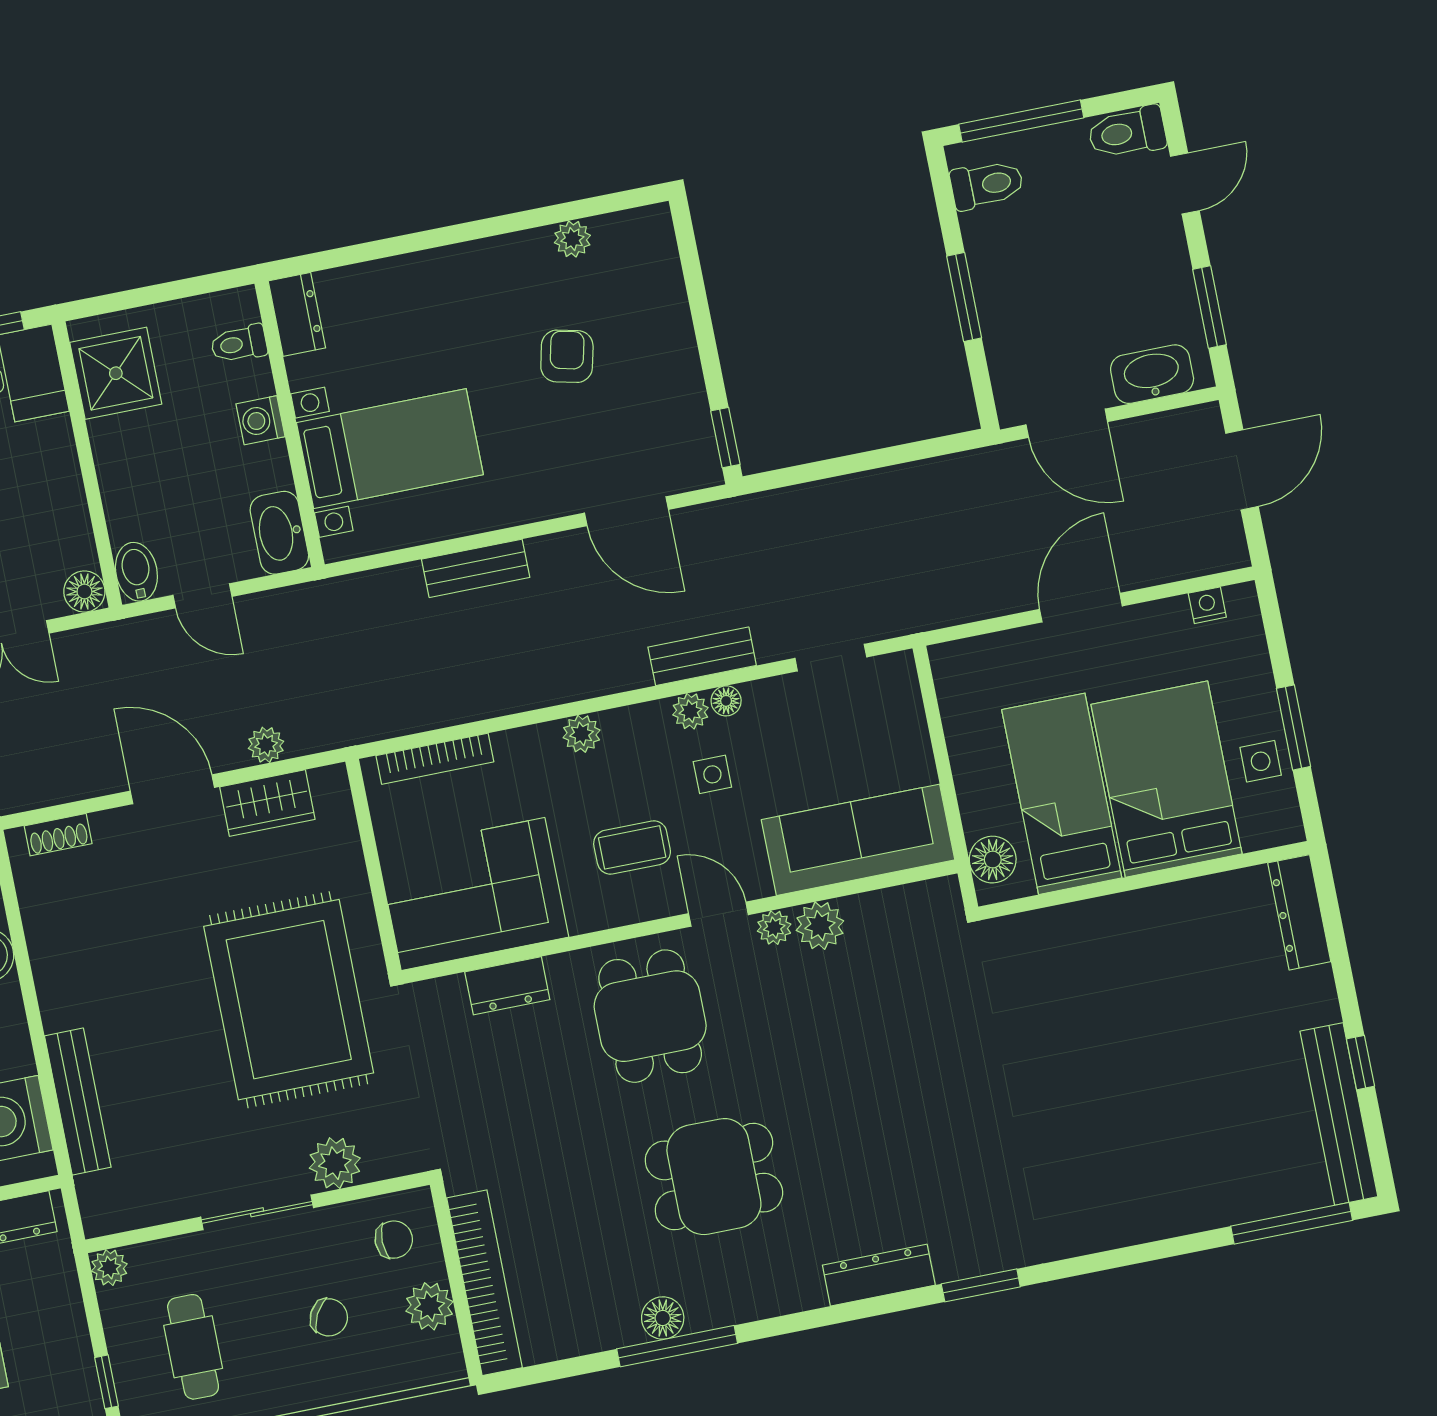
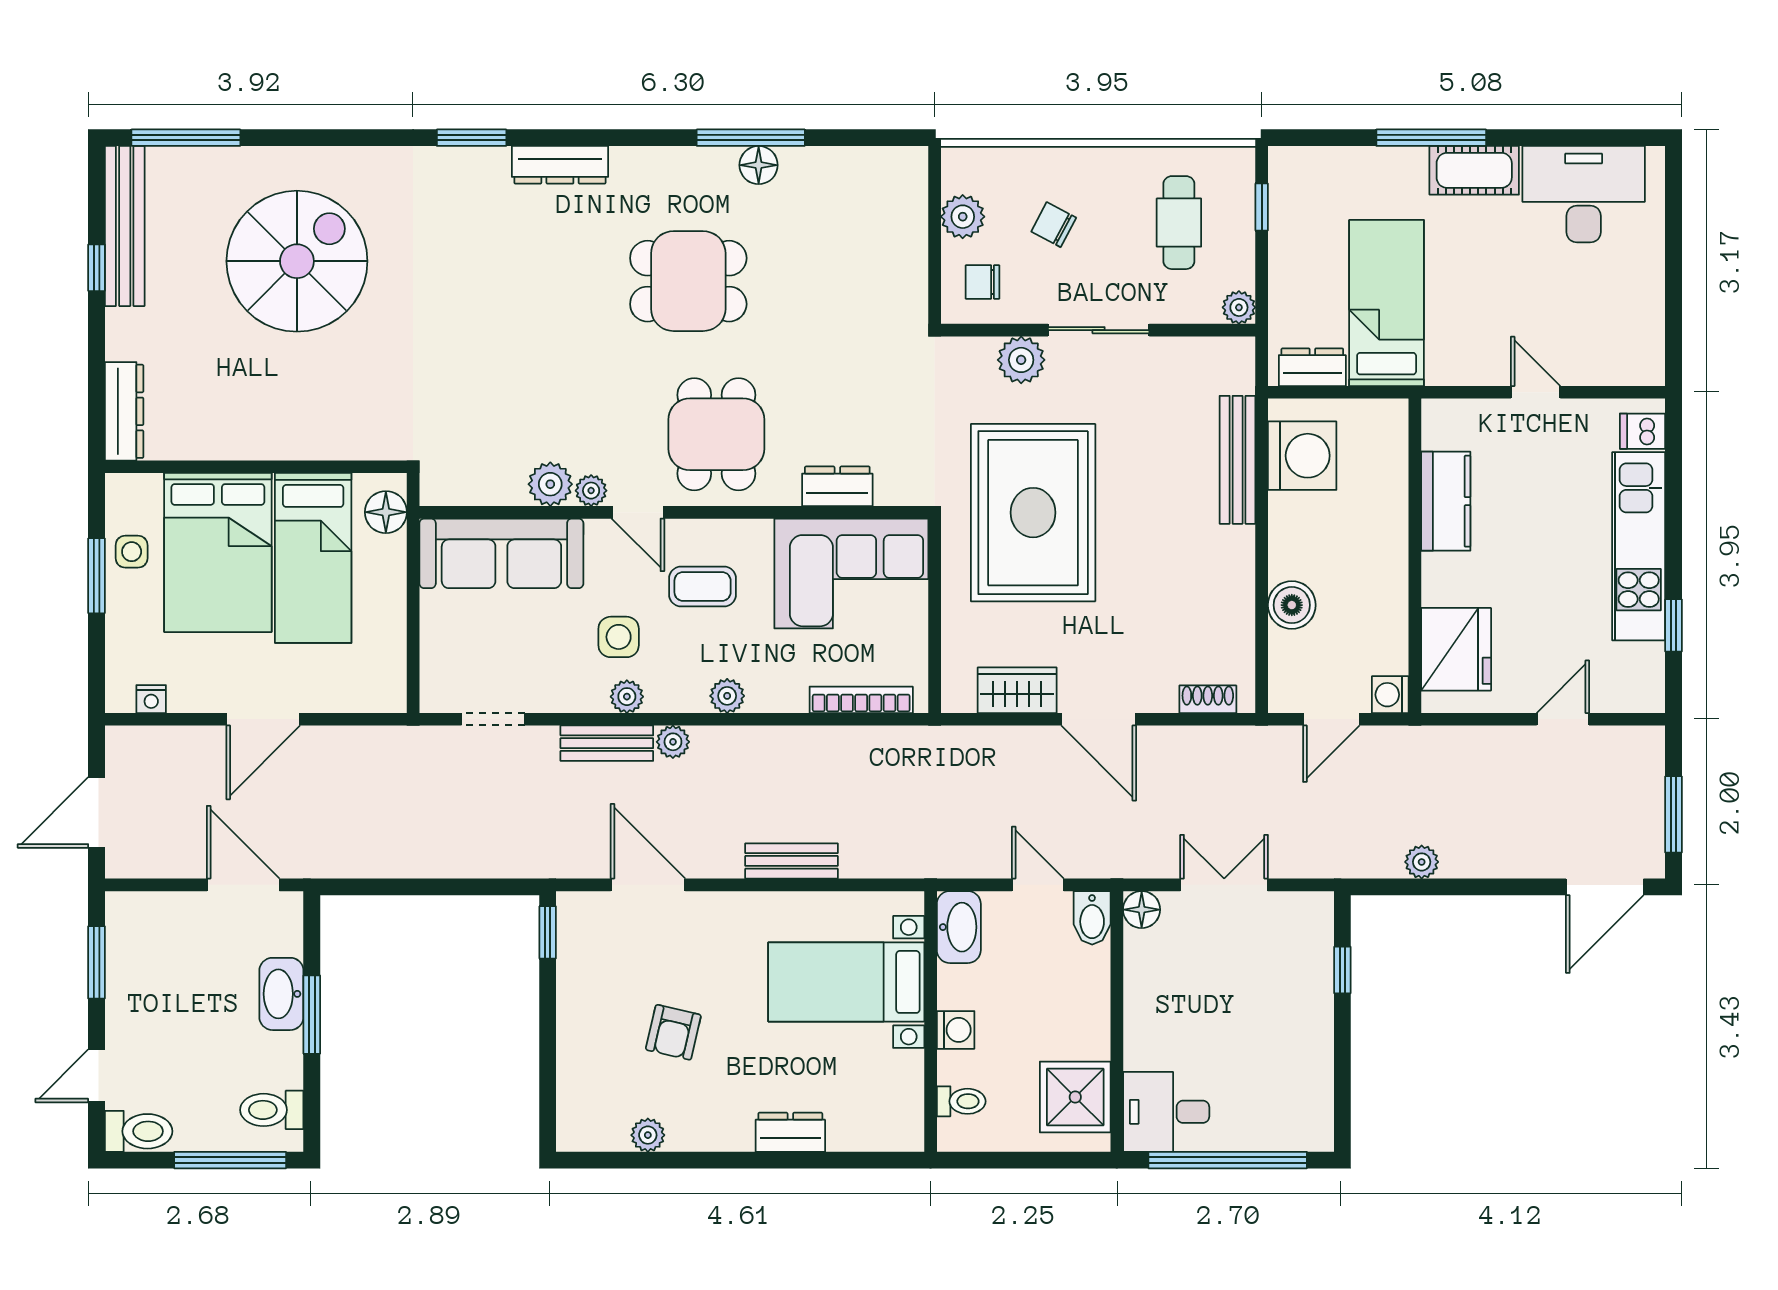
dresser: (297, 314) -> (790, 1132), moved, turned 90
washbasin: (1152, 374) -> (281, 994), moved, turned 90
floor lamp: (726, 701) -> (594, 700), removed
plant: (266, 745) -> (673, 742), moved
side table: (712, 774) -> (619, 637), width x1.37, depth x1.37
spiral stairs: (1144, 1113) -> (297, 261), added
bookcase: (485, 1283) -> (910, 228), removed

